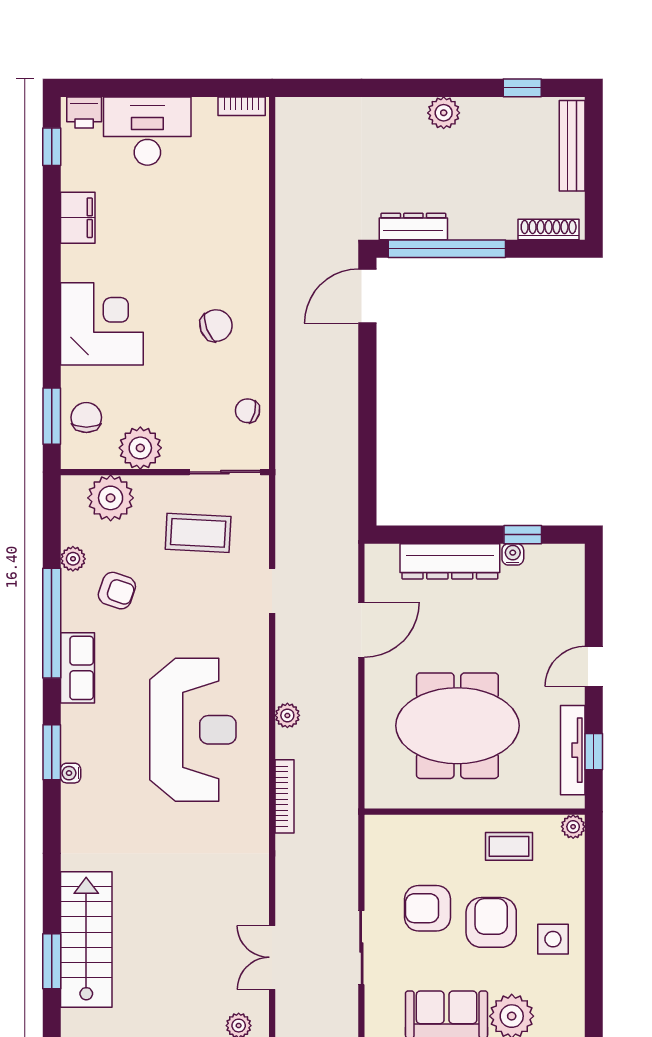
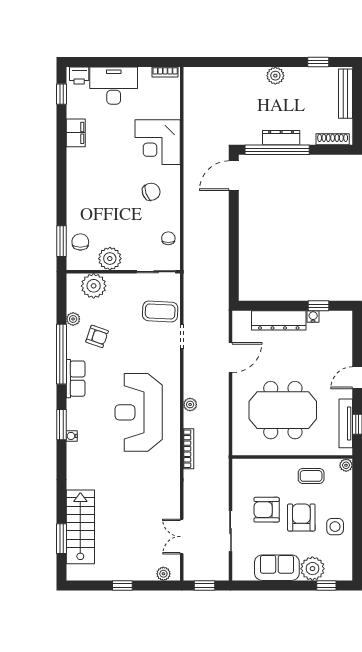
dresser: (413, 226) -> (281, 138), moved
corner desk: (102, 324) -> (158, 142), moved, turned 180
chair: (247, 411) -> (168, 238), turned 76
coffee table: (198, 533) -> (160, 311), moved
reception desk: (193, 730) -> (139, 412), turned 180

